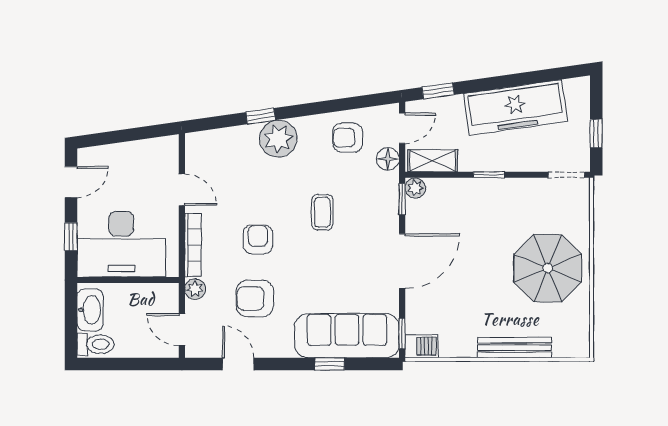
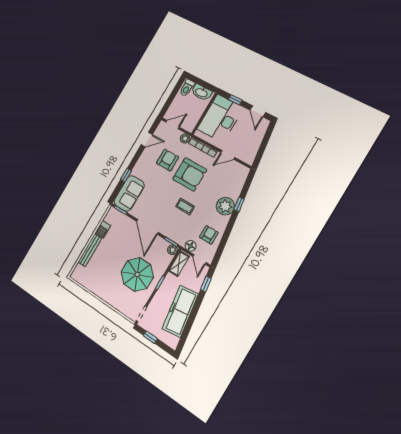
armchair: (258, 239) -> (190, 174), width x1.88, depth x1.88
parasol: (548, 268) -> (137, 274), moved
sofa: (347, 336) -> (129, 193), width x0.73
barbecue: (421, 346) -> (103, 229), moved

